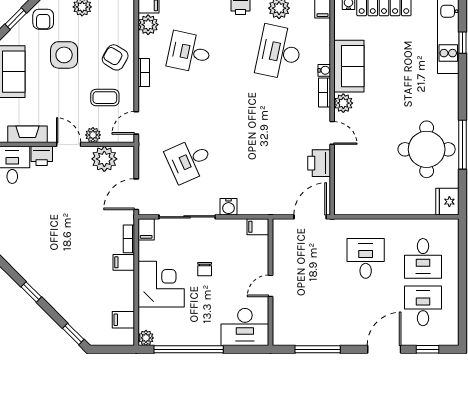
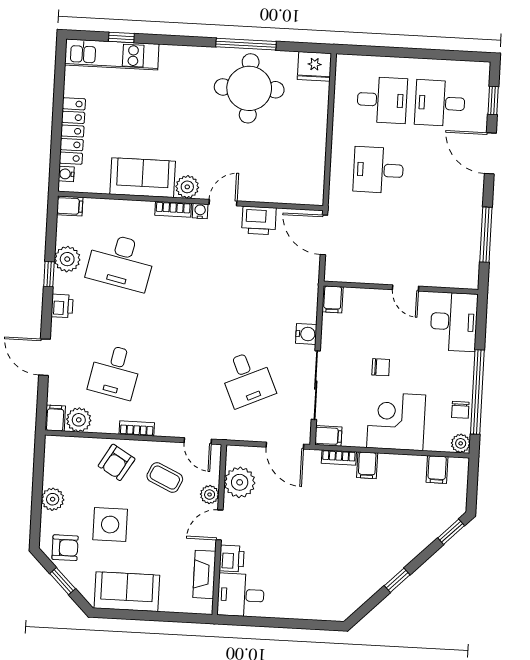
water cooler: (324, 70) -> (200, 211), moved
coffee table: (105, 98) -> (165, 478), turned -65
chair: (173, 336) -> (460, 410), added

